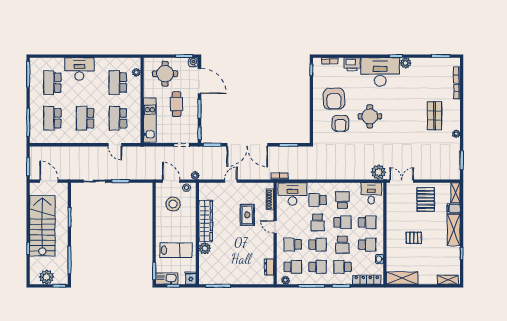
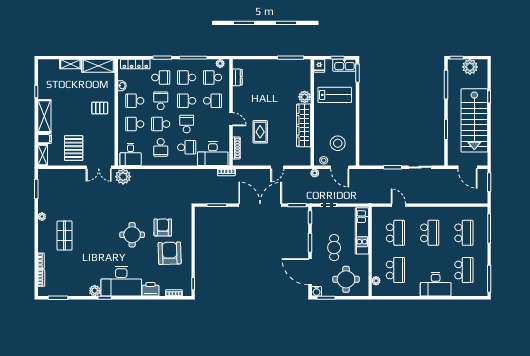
pallet: (414, 238) -> (100, 108), moved
lab bench: (176, 250) -> (335, 95), turned 180
shelving: (448, 280) -> (70, 64), moved

